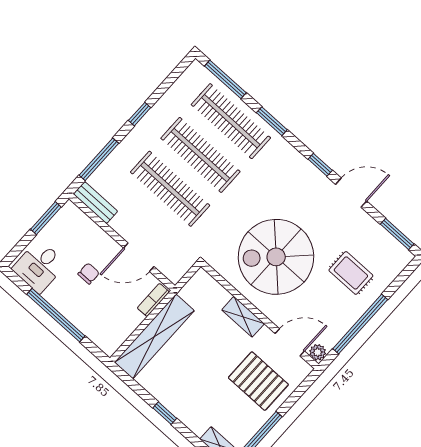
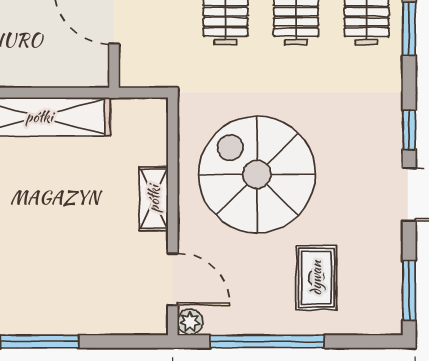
bookcase: (153, 300) -> (80, 78), removed
pallet: (258, 381) -> (95, 283), removed

